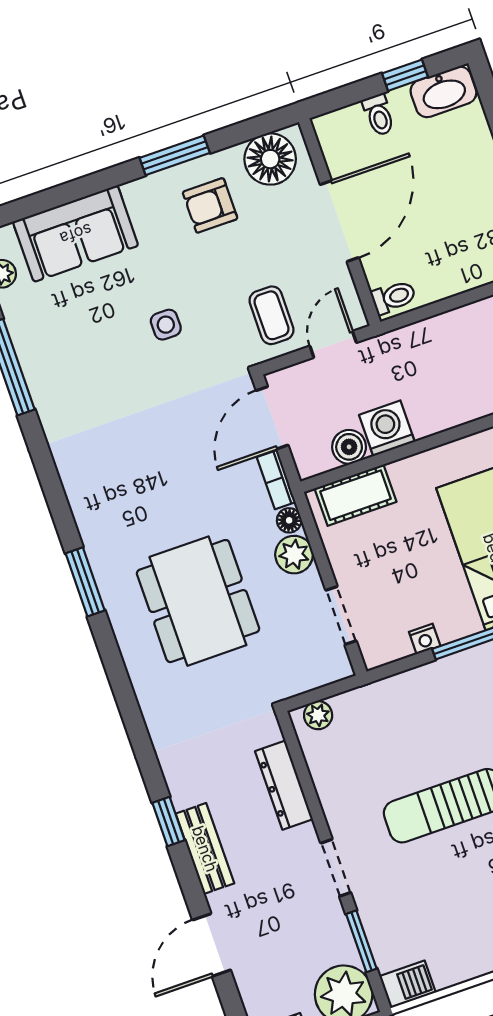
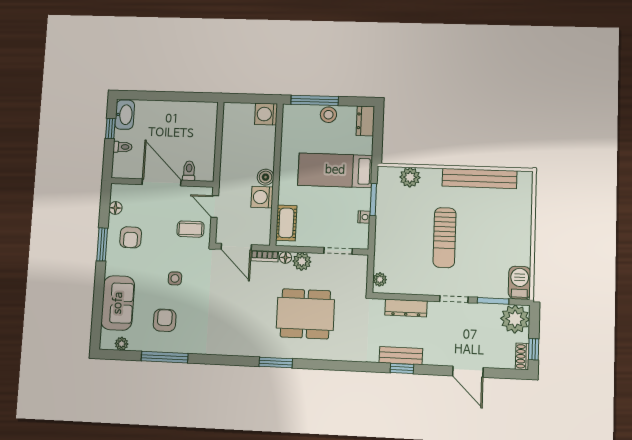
floor lamp: (270, 159) -> (115, 208), width x0.53, depth x0.53
toilet: (394, 297) -> (189, 171), moved
armchair: (79, 338) -> (165, 320), added
boiler: (349, 447) -> (266, 177), moved
bench: (205, 849) -> (401, 356), moved
barbecue: (408, 984) -> (520, 283), width x1.38, depth x1.27

